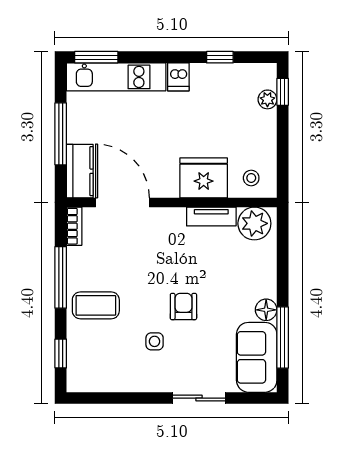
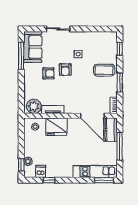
dishwasher: (178, 77) -> (41, 171), moved
window: (61, 277) -> (120, 82), width x0.69
armchair: (221, 298) -> (48, 73), added
floor lamp: (266, 310) -> (29, 68), removed

